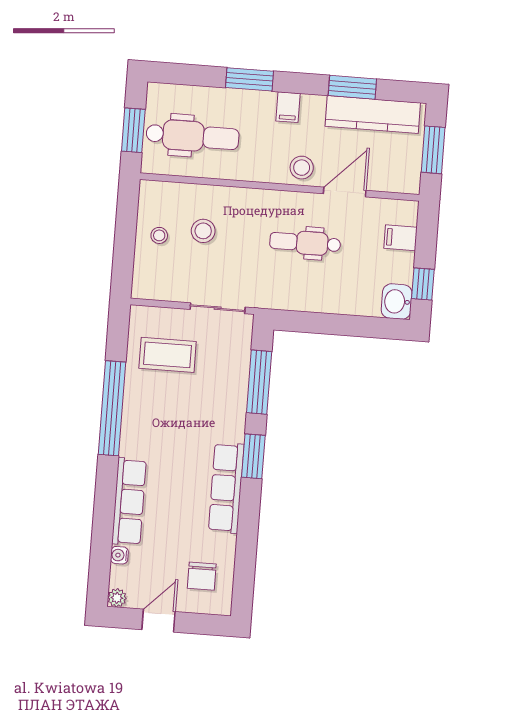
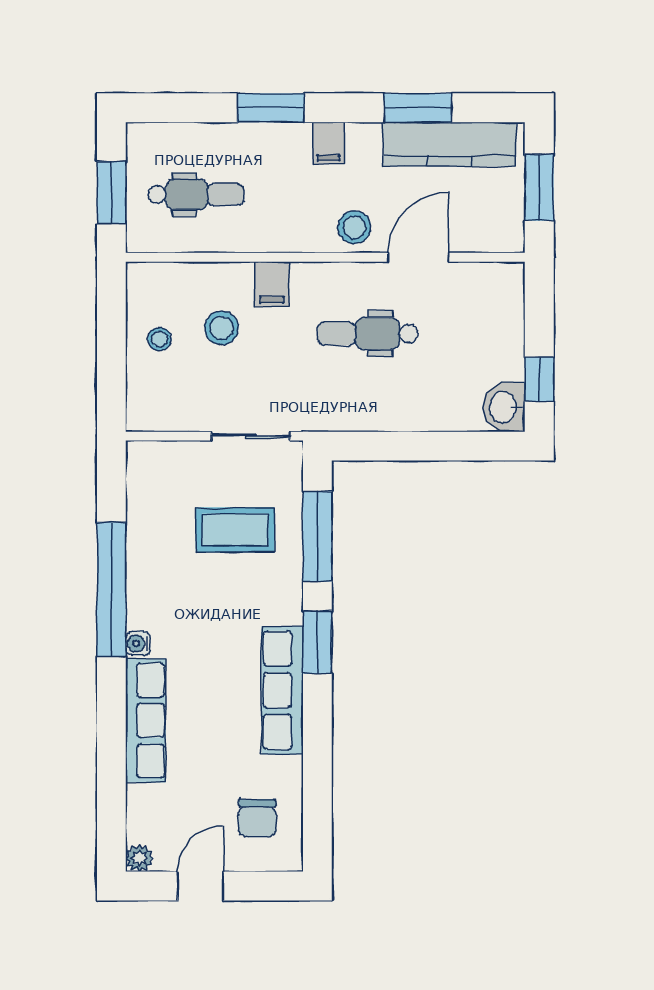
dental chair: (193, 136) -> (196, 195), width x0.73, depth x0.72
filing cabinet: (400, 238) -> (272, 284), moved, turned -90
coffee table: (168, 355) -> (235, 530), moved
water cooler: (119, 555) -> (138, 643), moved

